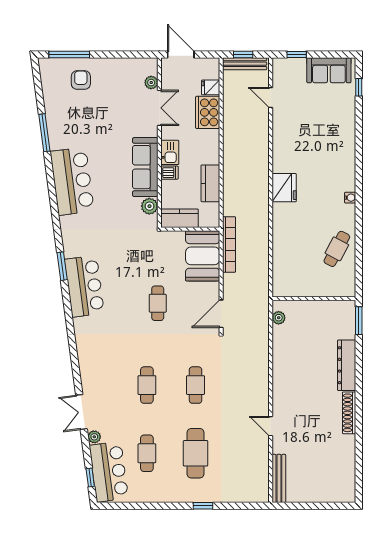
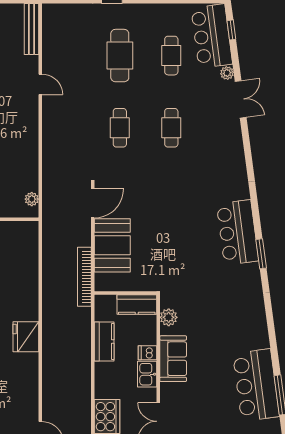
sofa: (145, 167) -> (173, 359), width x0.73
bar counter: (72, 181) -> (256, 385), moved
booth: (203, 256) -> (112, 245), moved
cafe table: (158, 303) -> (160, 214), removed

